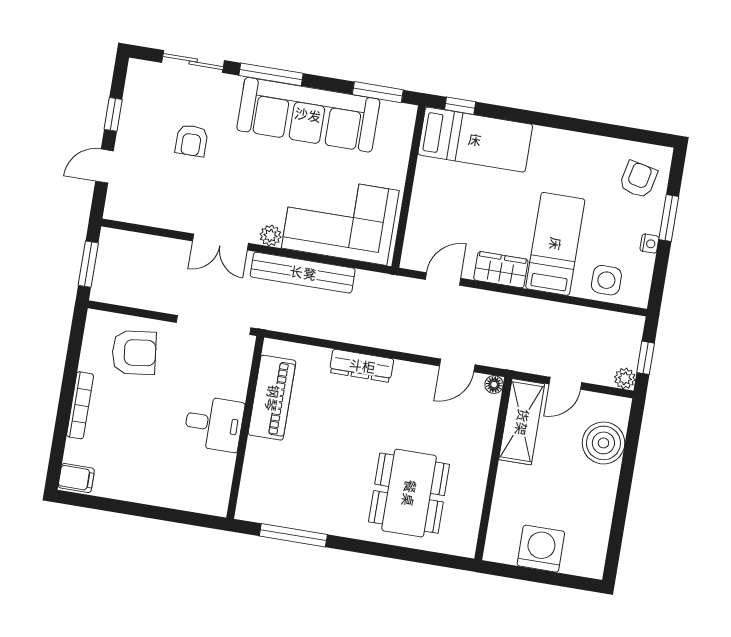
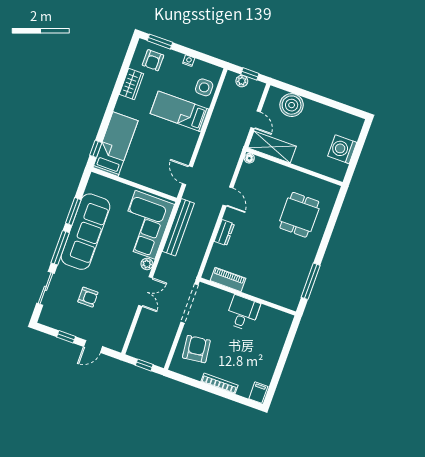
window: (378, 92) -> (73, 211), moved
door: (104, 166) -> (93, 346), hinge flipped
armchair: (638, 179) -> (153, 60), turned -102
window: (669, 218) -> (160, 42), moved
window: (88, 264) -> (144, 365), width x0.67
wardrobe: (501, 270) -> (131, 84), moved, turned 180
bench: (303, 273) -> (178, 227), moved
door: (457, 365) -> (228, 197), moved
dresser: (362, 366) -> (224, 233), width x0.70
plant: (625, 378) -> (242, 81), moved
piano: (272, 398) -> (228, 279), width x0.73, depth x0.75
dining table: (409, 493) -> (299, 215), width x0.73

